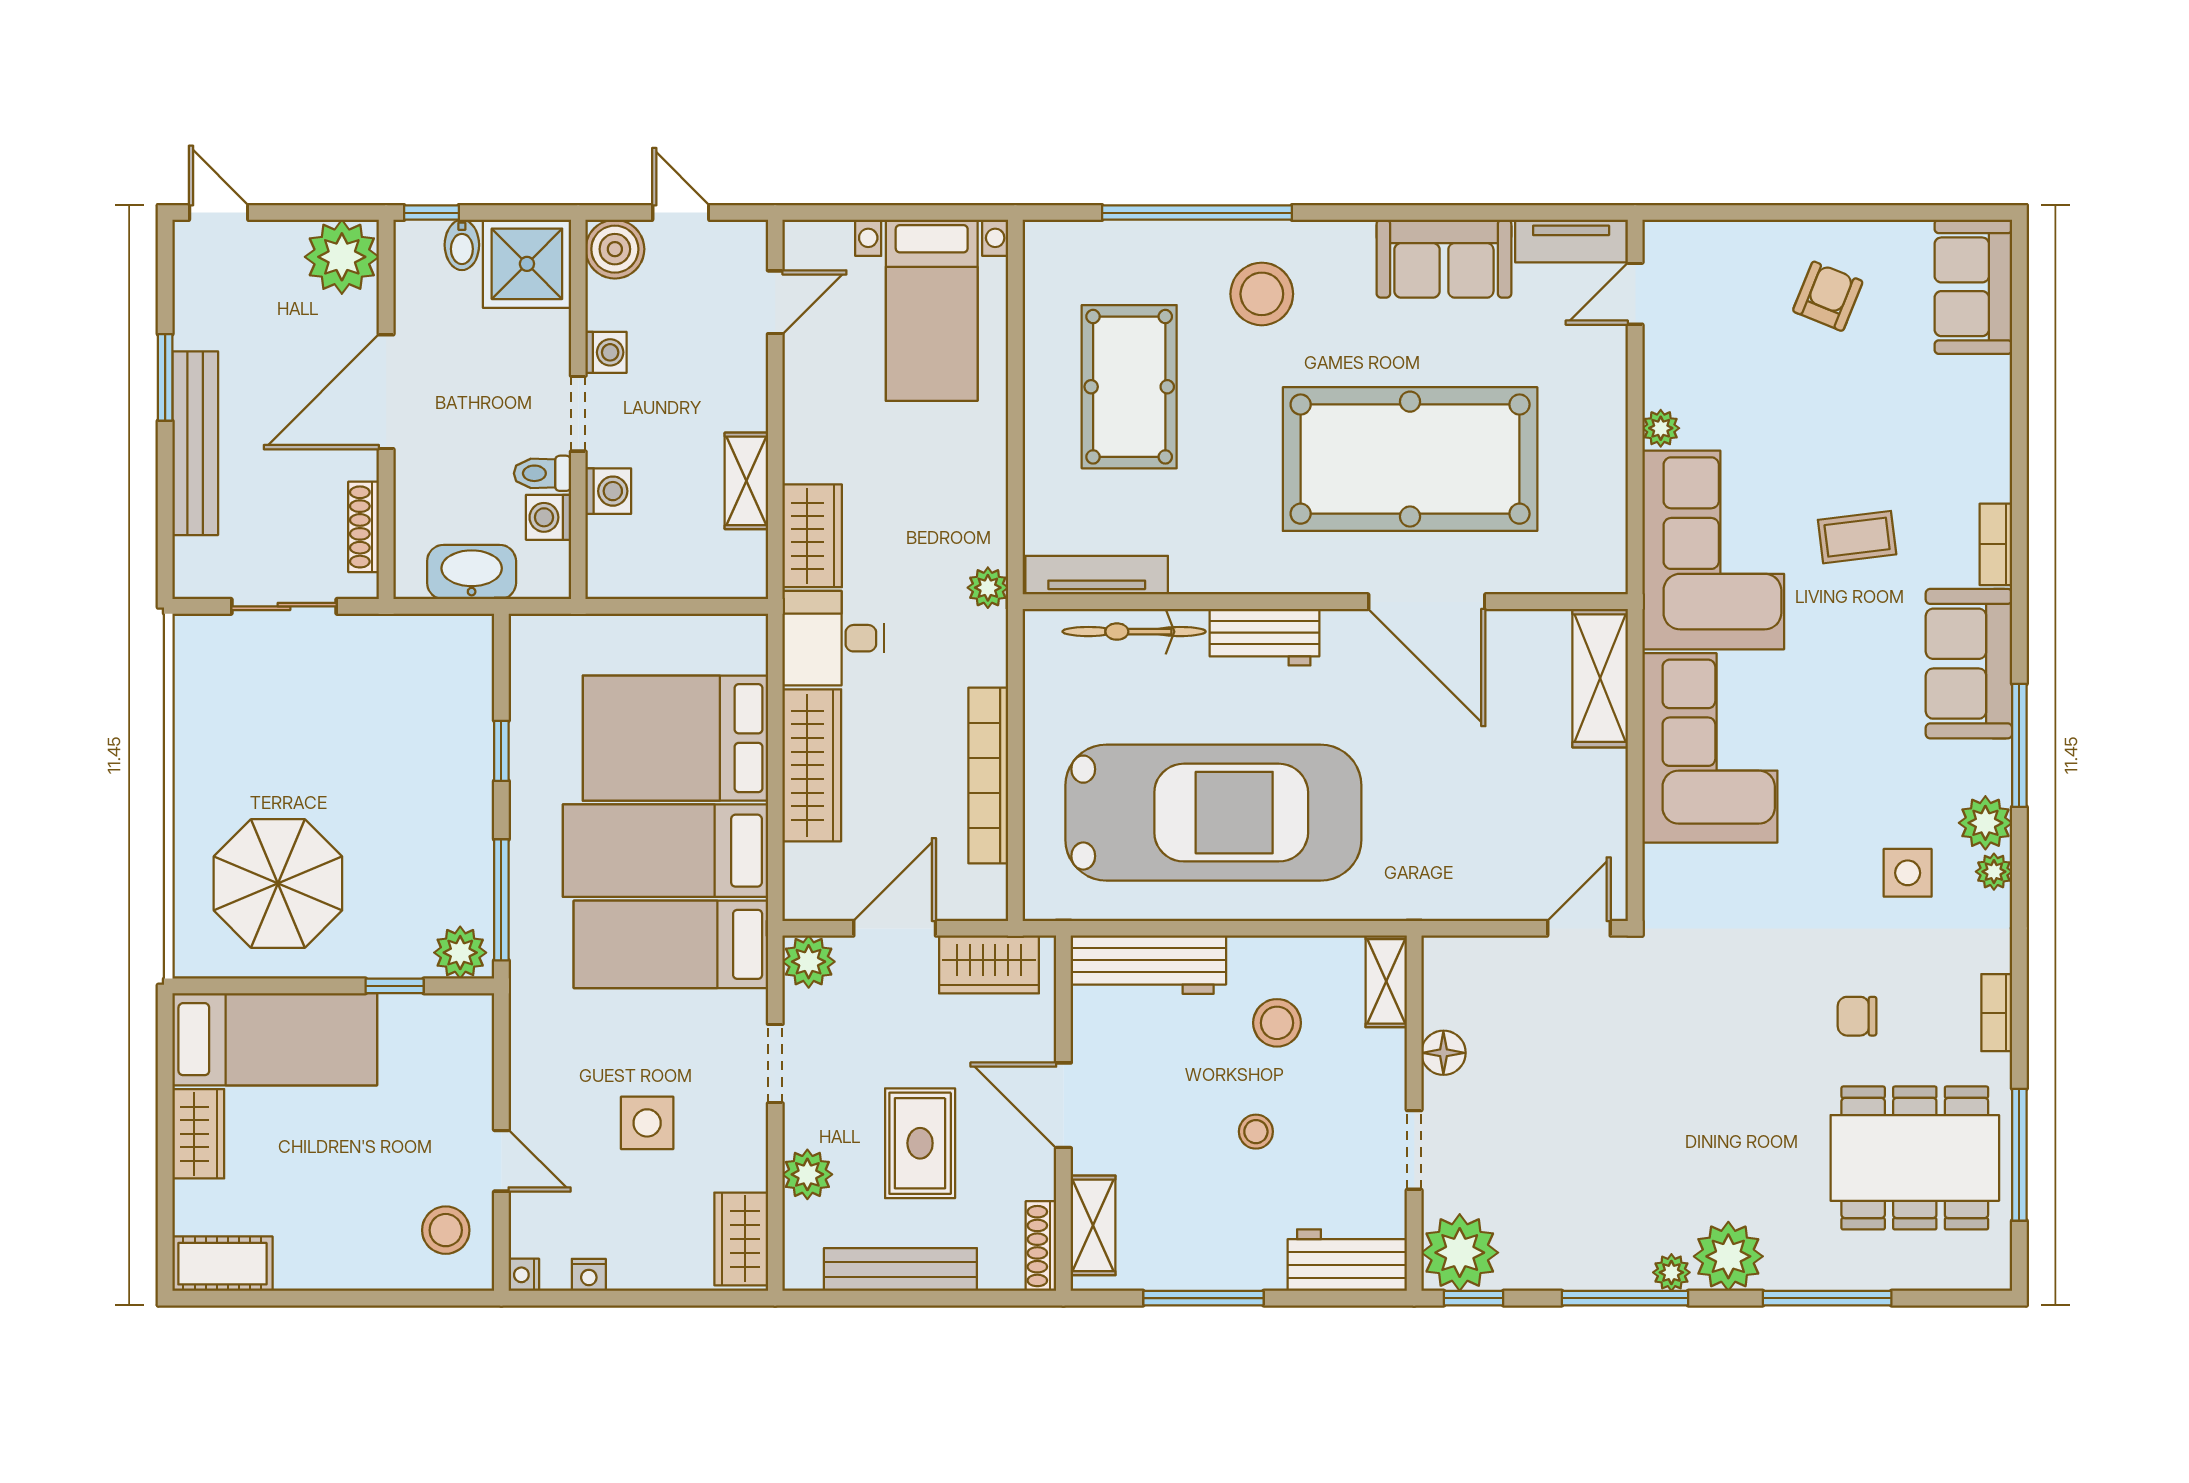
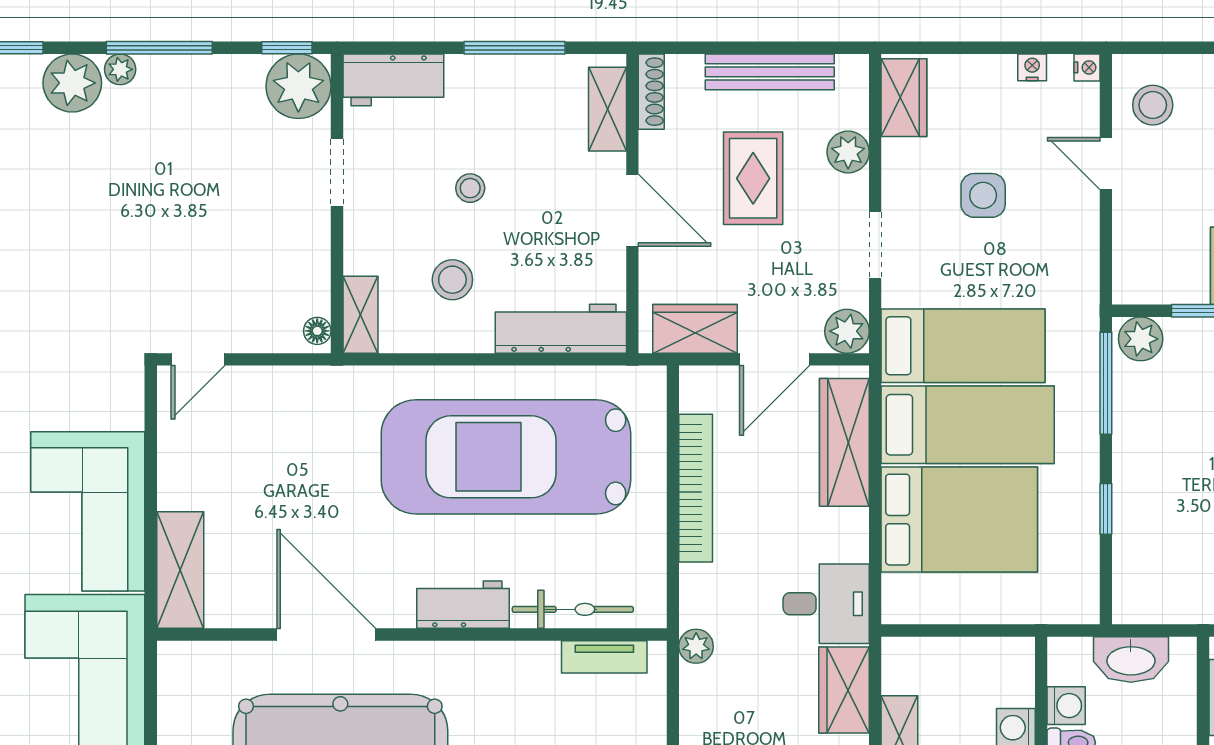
tv unit: (1097, 575) -> (604, 657), width x0.71
wardrobe: (812, 765) -> (844, 442), moved
floor lamp: (1443, 1053) -> (317, 331), moved, width x0.73, depth x0.73

